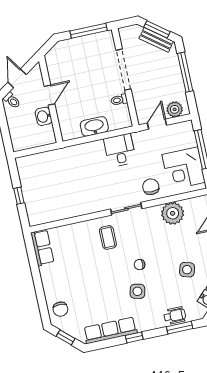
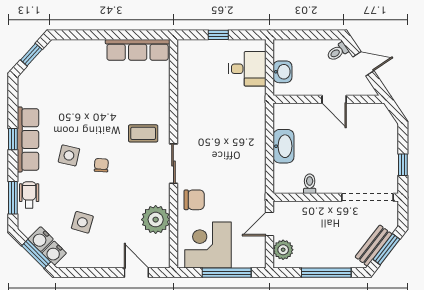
window: (89, 31) -> (403, 165), width x0.46
doorway: (123, 70) -> (368, 197), moved
washbasin: (44, 116) -> (283, 72), moved, turned 90
door: (157, 124) -> (270, 224), swing flipped
desk: (120, 150) -> (247, 69), moved
row of seats: (42, 248) -> (138, 50), width x1.48
chair: (60, 309) -> (67, 56), removed
wheelchair: (175, 316) -> (29, 195), turned 180
row of seats: (110, 330) -> (28, 139), moved

